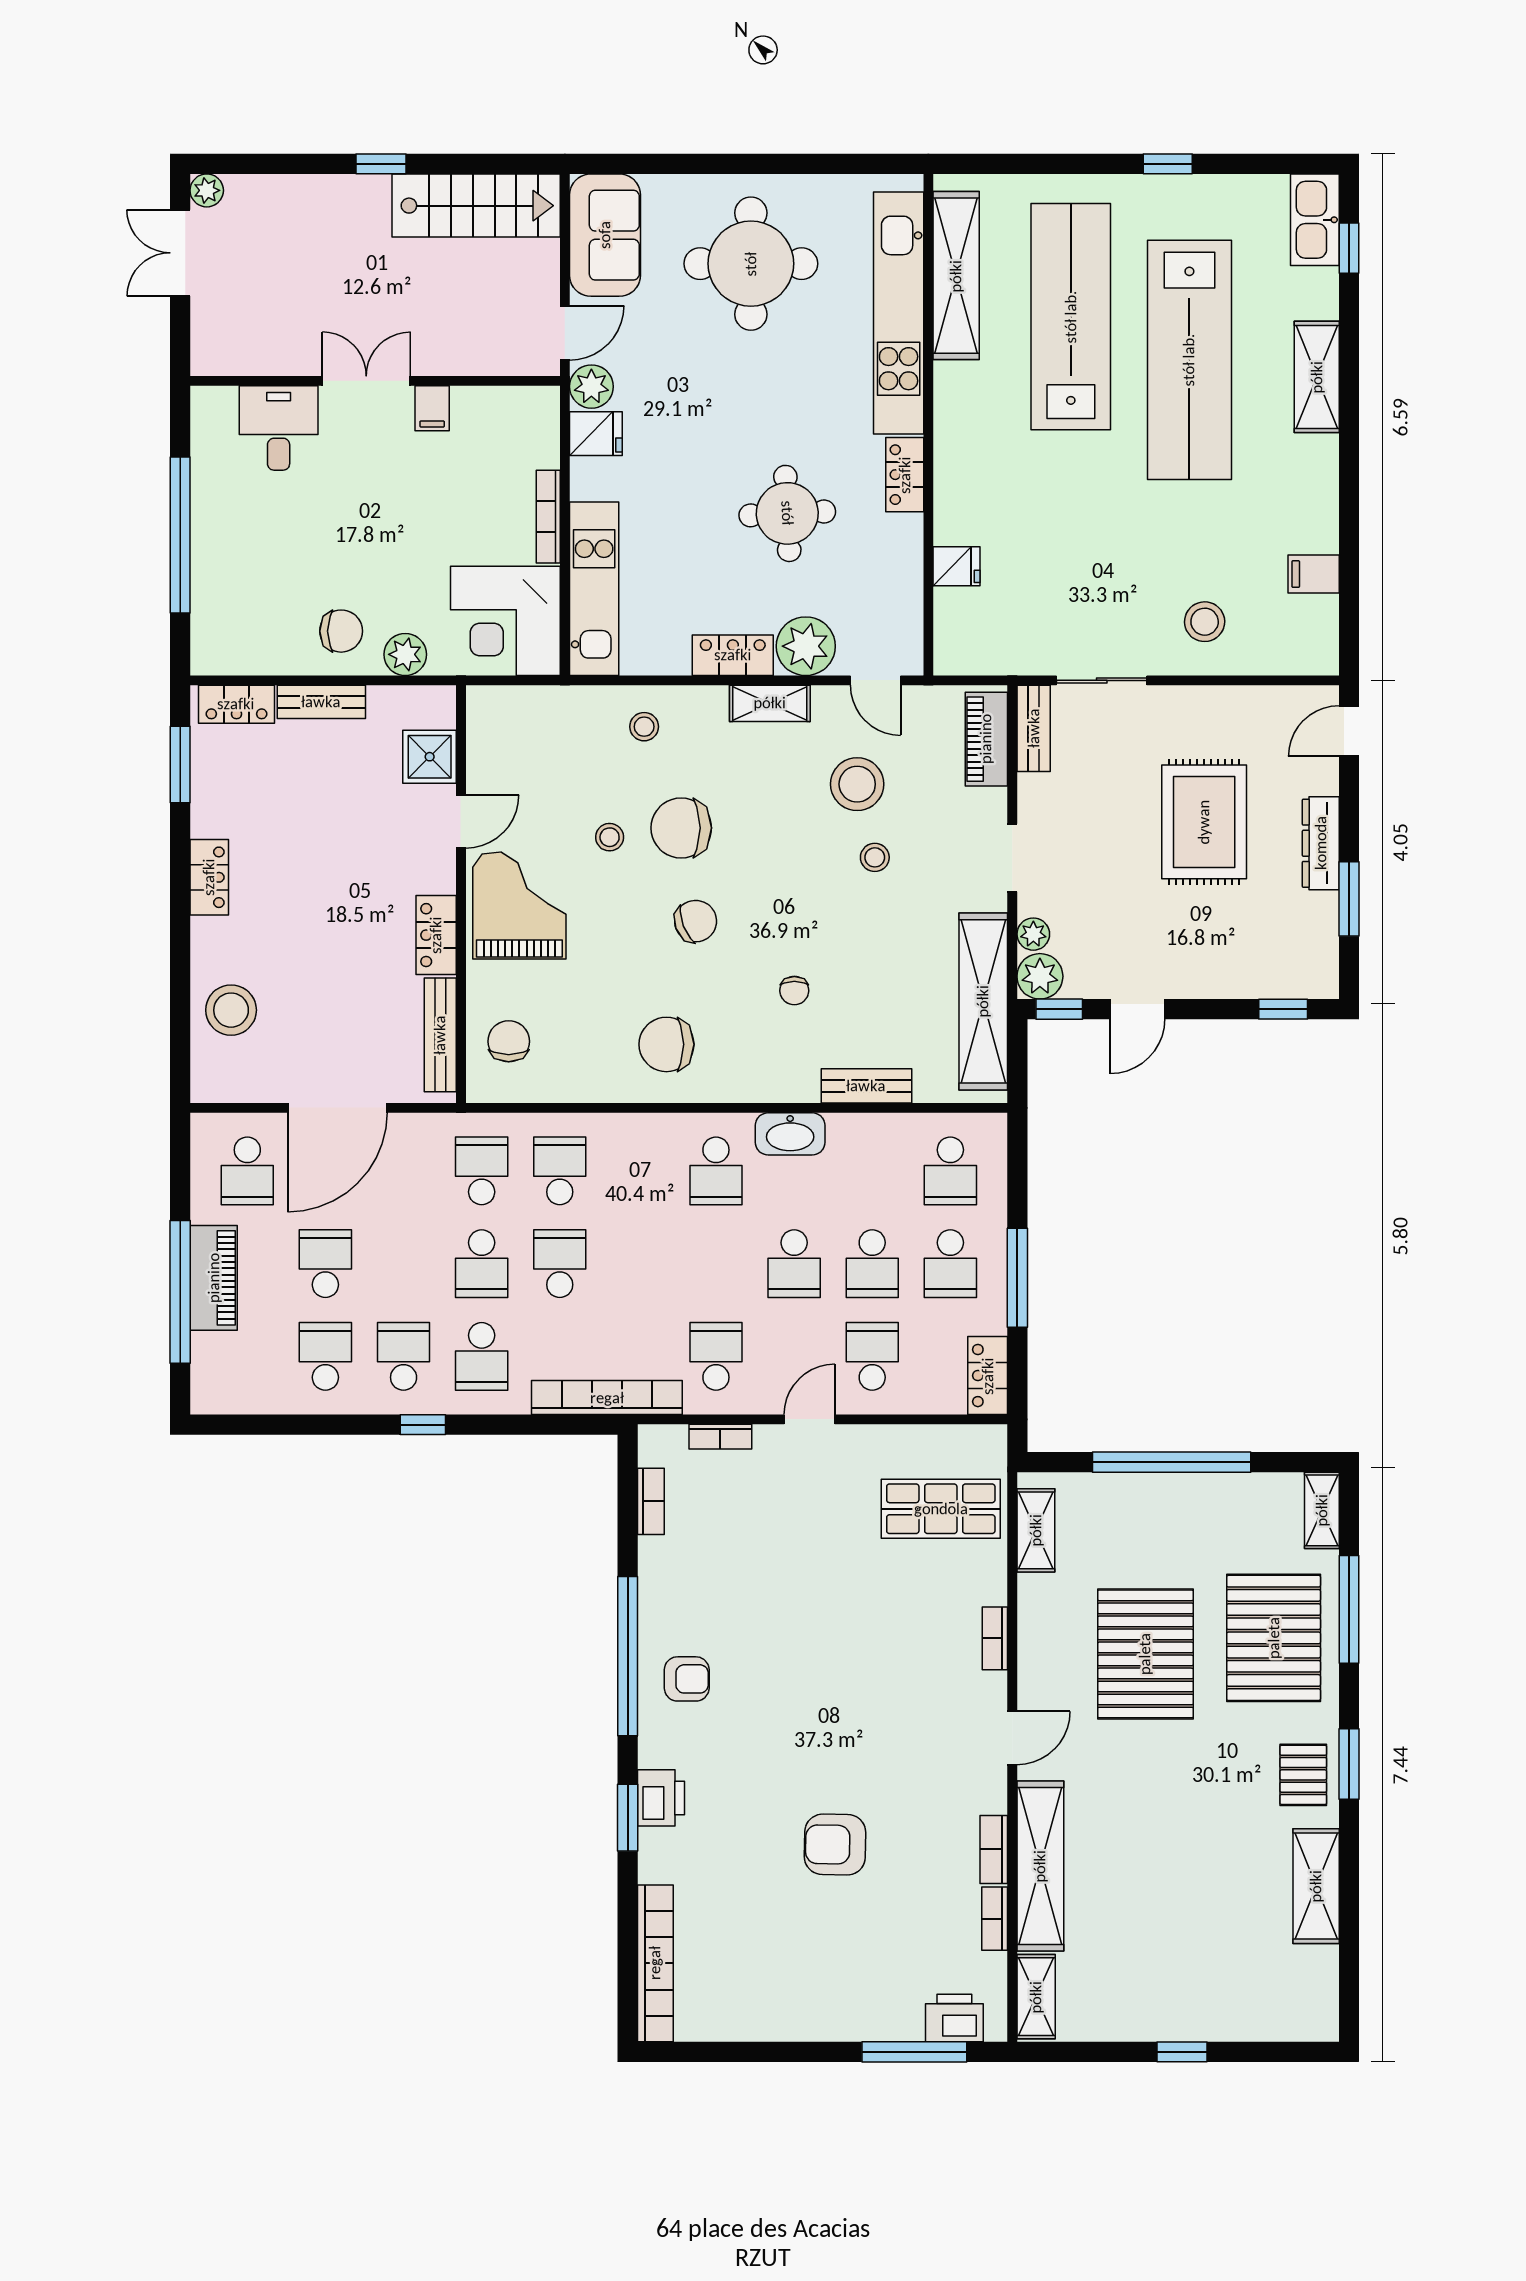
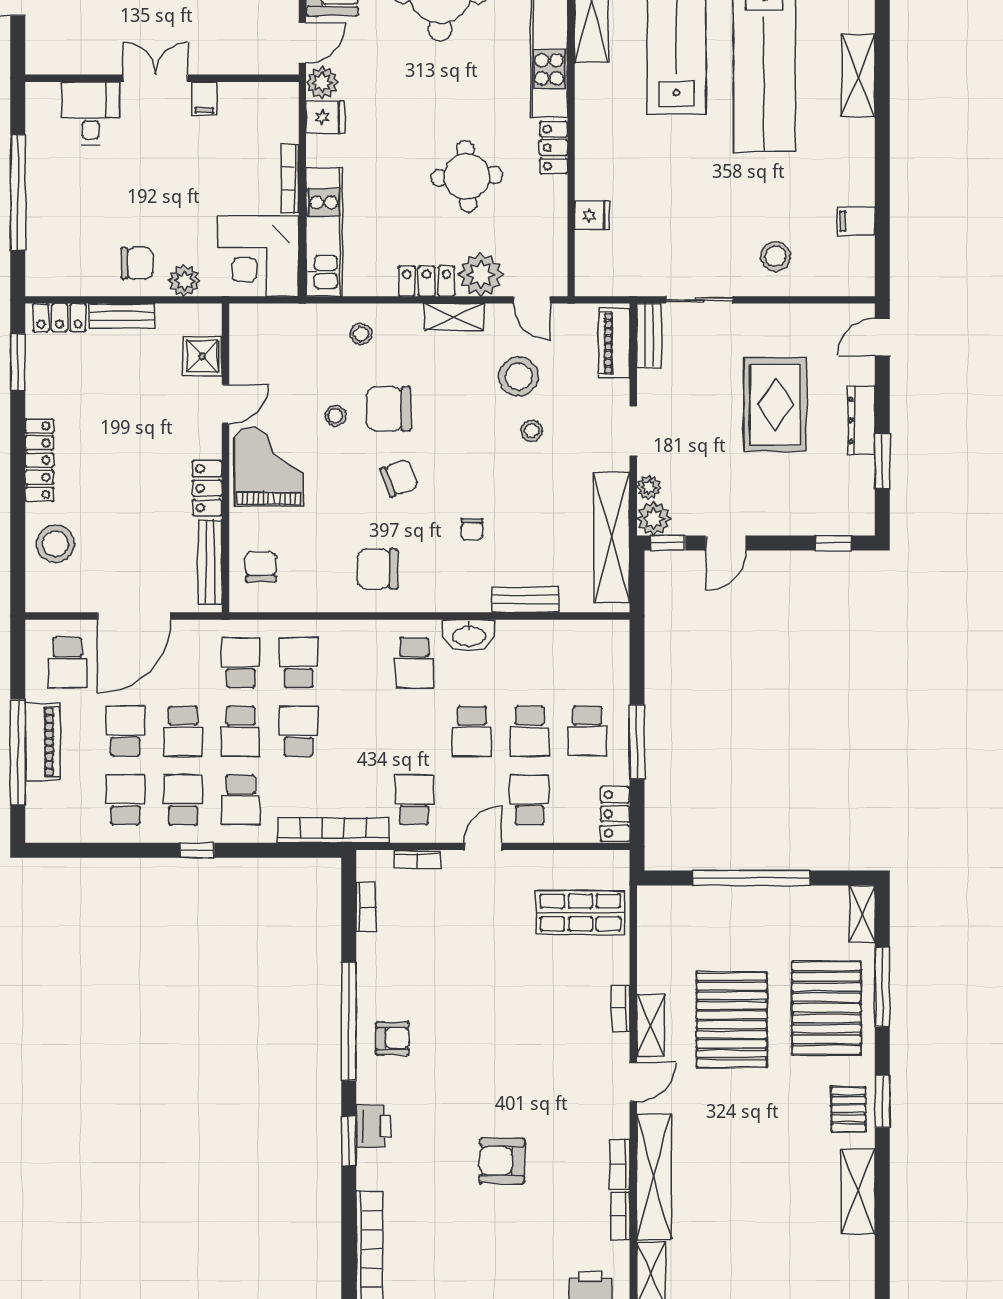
locker: (209, 877) -> (39, 460), width x1.53
school desk: (950, 1171) -> (183, 731), moved
shelving: (1036, 1530) -> (651, 1025), moved

